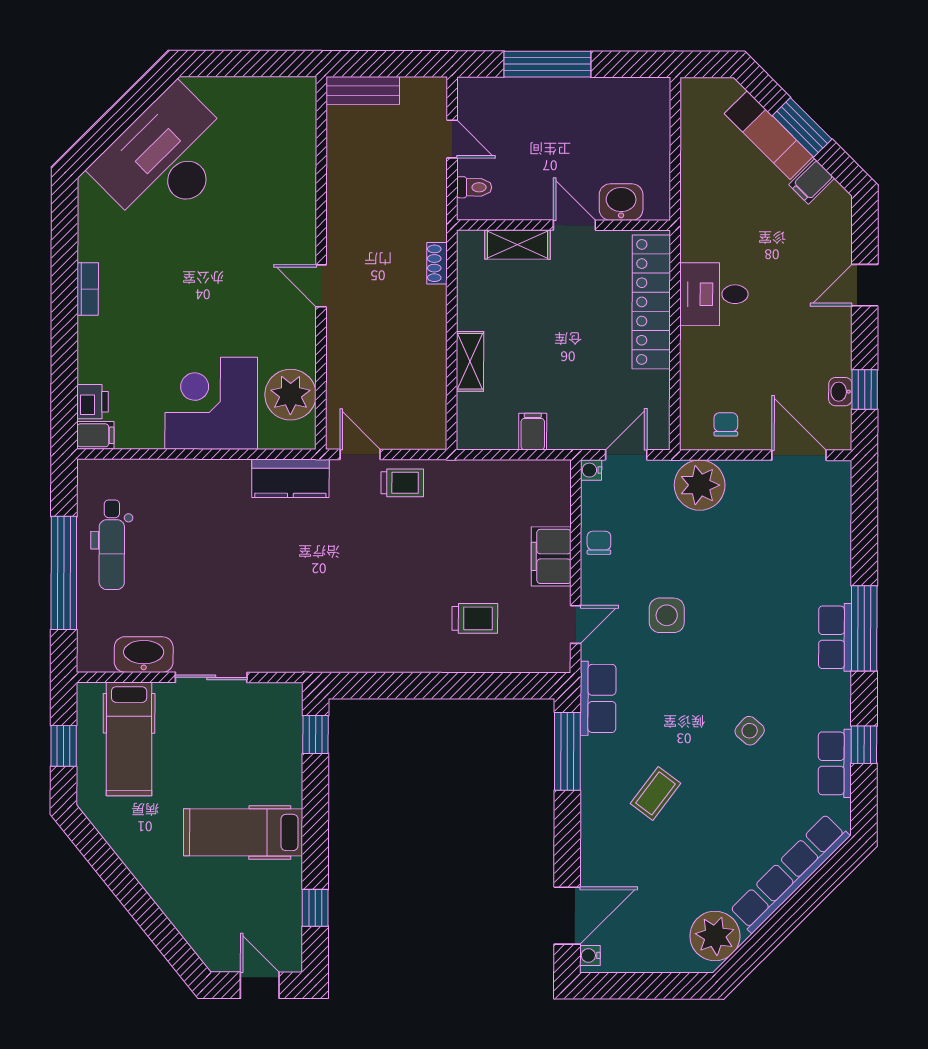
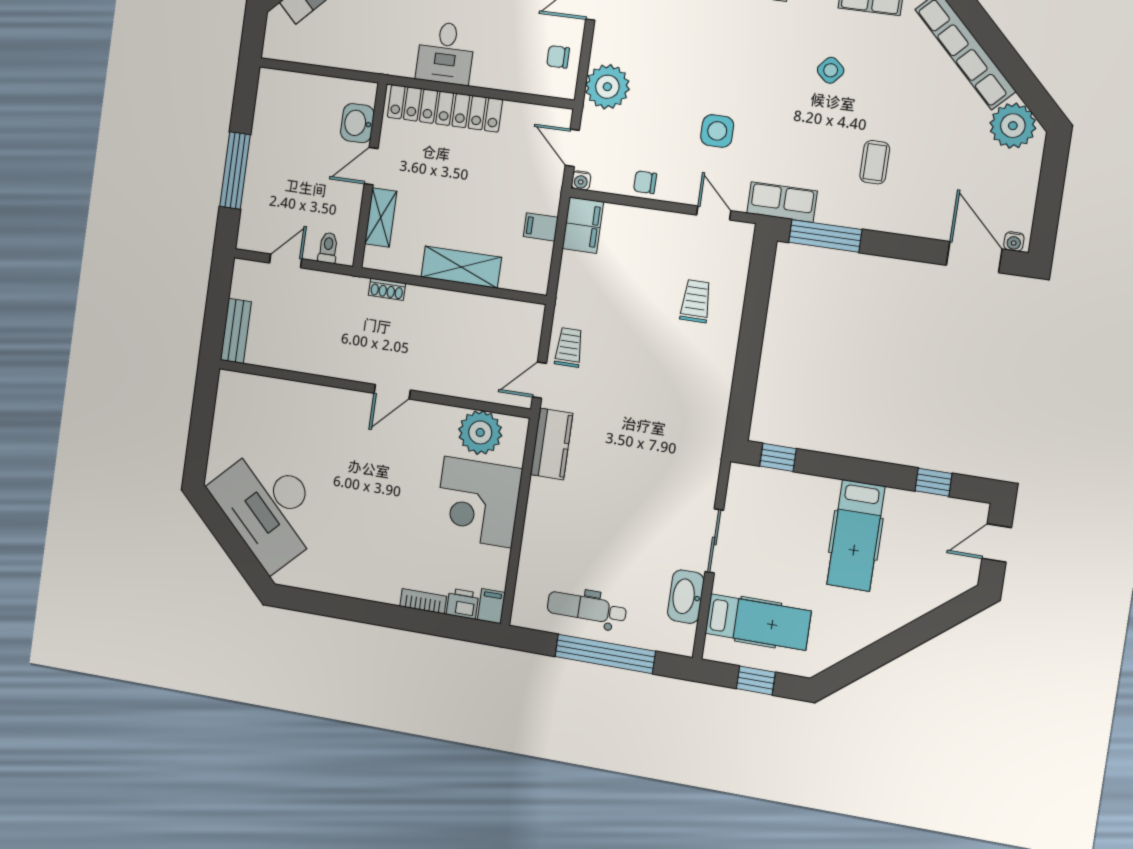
bookcase: (88, 289) -> (423, 601), moved
shelving: (470, 361) -> (461, 267), width x1.50, depth x1.33
dental chair: (112, 545) -> (587, 608), turned 180
filing cabinet: (551, 556) -> (583, 225), moved, turned -90
coffee table: (655, 793) -> (875, 162), turned 53

